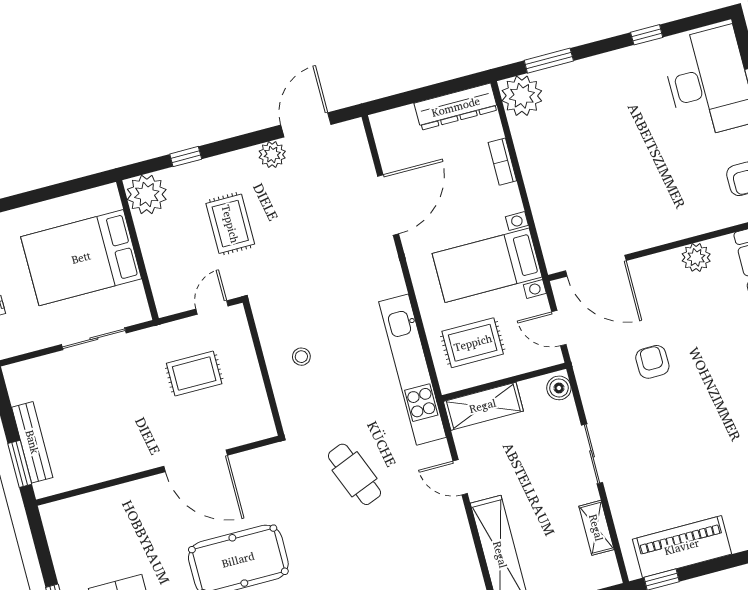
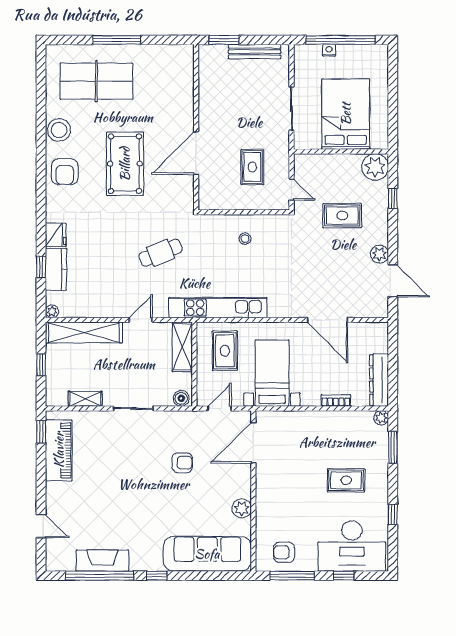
plant: (522, 96) -> (381, 418), width x0.53, depth x0.53
rug: (615, 116) -> (346, 480), added
bench: (32, 442) -> (255, 52), moved

